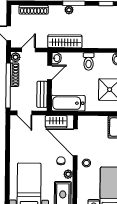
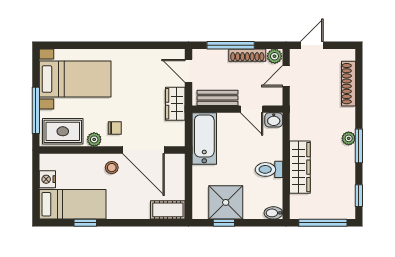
wardrobe: (65, 41) -> (300, 167), moved
door: (28, 50) -> (286, 76), swing flipped
window: (8, 85) -> (231, 45), width x0.68
door: (24, 113) -> (189, 71), hinge flipped
wardrobe: (56, 122) -> (175, 104), moved
door: (75, 142) -> (143, 150), swing flipped

